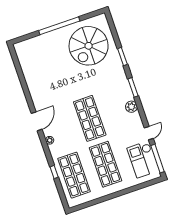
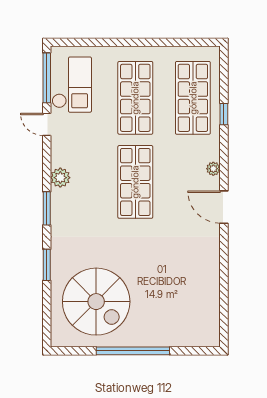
spiral stairs: (89, 46) -> (96, 302), turned 90
door: (37, 121) -> (224, 207), hinge flipped
door: (149, 133) -> (47, 124), hinge flipped

